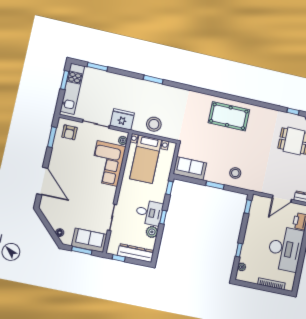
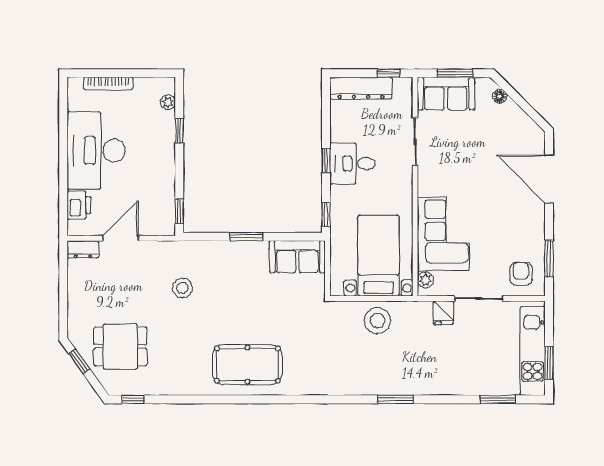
fridge: (122, 119) -> (443, 313), width x0.53, depth x0.75
stool: (235, 173) -> (182, 288), moved
plant: (152, 232) -> (340, 131), removed

